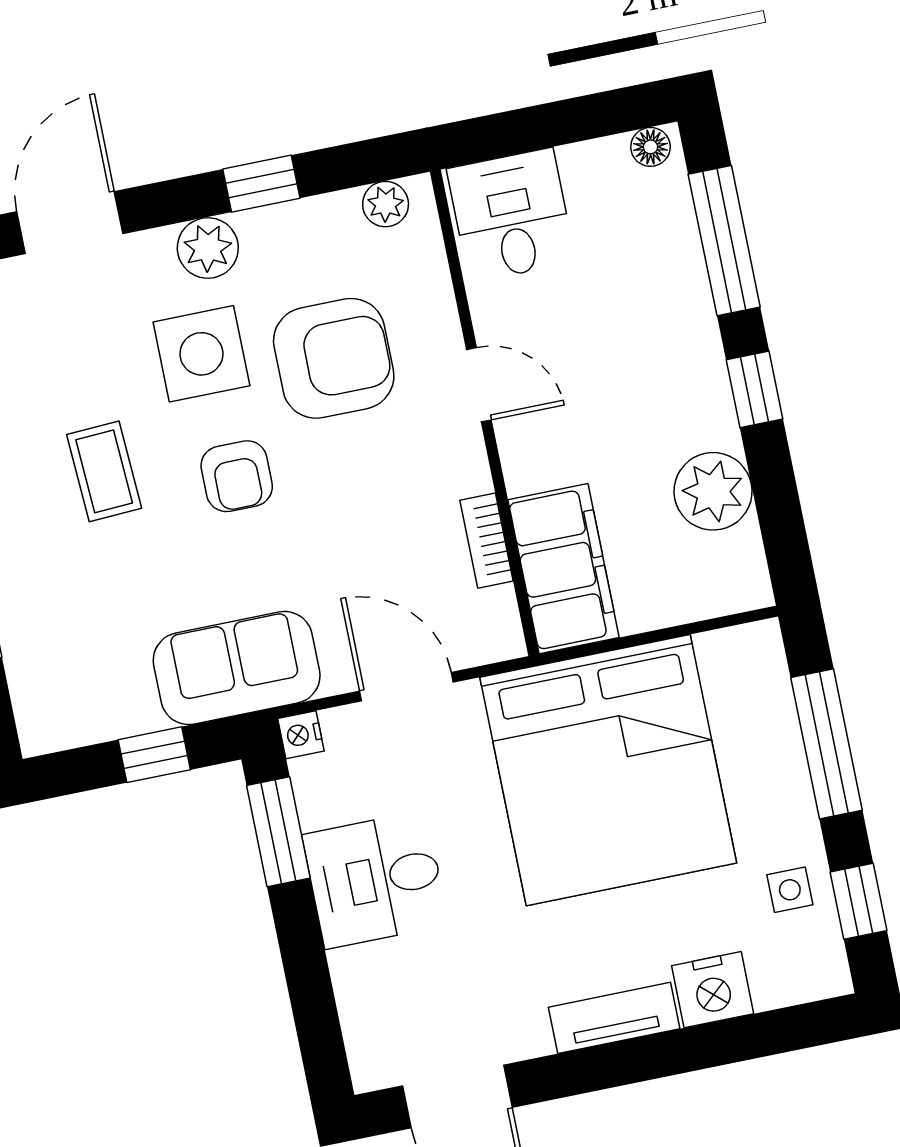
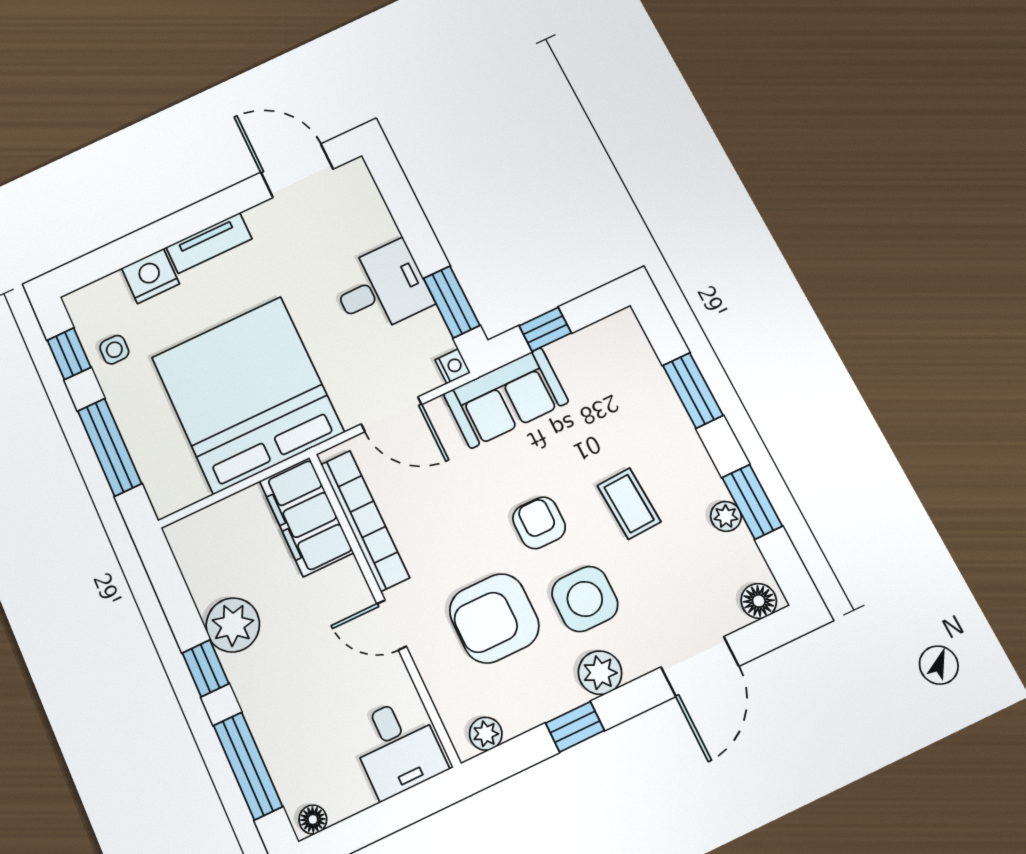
plant: (713, 491) -> (233, 625), moved
bookcase: (487, 541) -> (365, 521), width x2.31, depth x1.31

